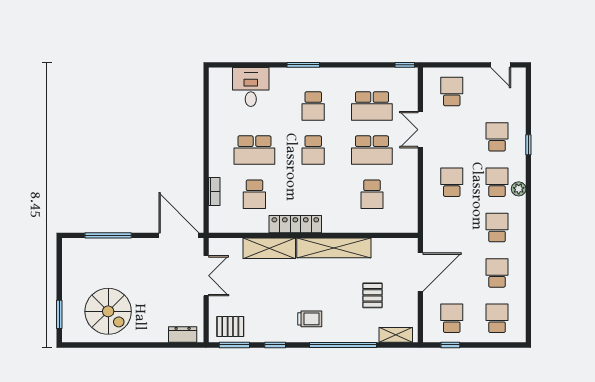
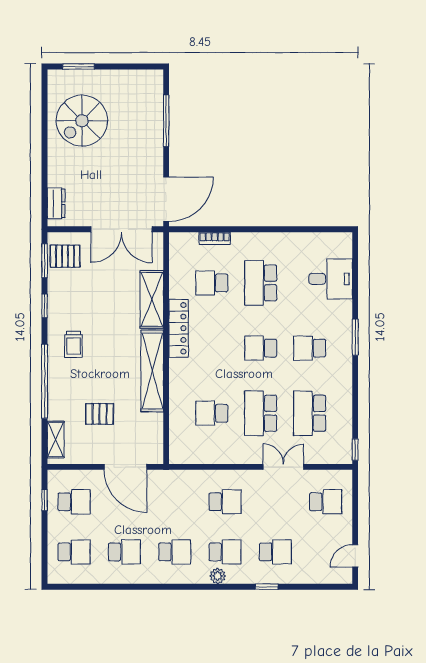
double door: (206, 276) -> (121, 229), width x1.37
pallet: (230, 327) -> (65, 256), turned 90

